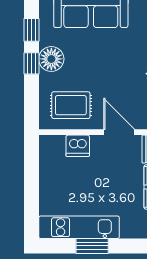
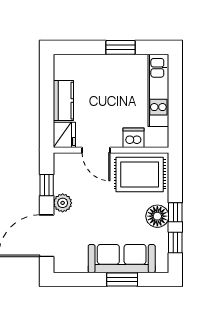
rug: (71, 105) -> (140, 174), width x1.36, depth x1.43
kitchen unit: (79, 227) -> (158, 90), moved, turned 90

